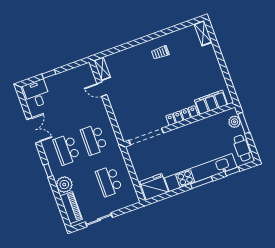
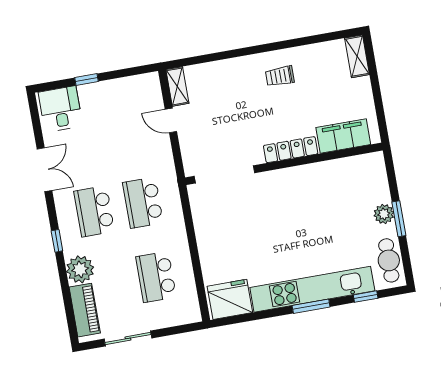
filing cabinet: (211, 102) -> (343, 136), moved
locker: (182, 116) -> (291, 150), moved
wall: (179, 125) -> (284, 164), moved
doorway: (146, 137) -> (225, 174), moved

